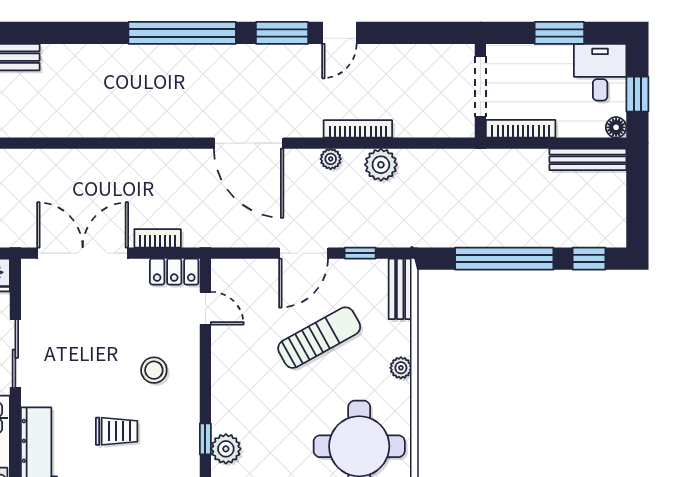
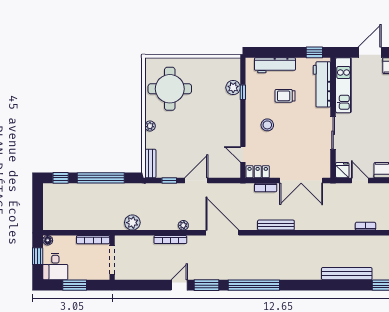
bench: (588, 159) -> (276, 225), moved
plant: (381, 165) -> (132, 223), moved
sun lounger: (319, 338) -> (189, 140), removed

